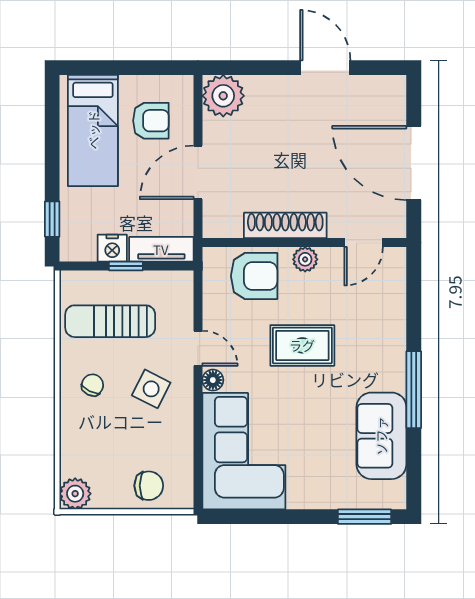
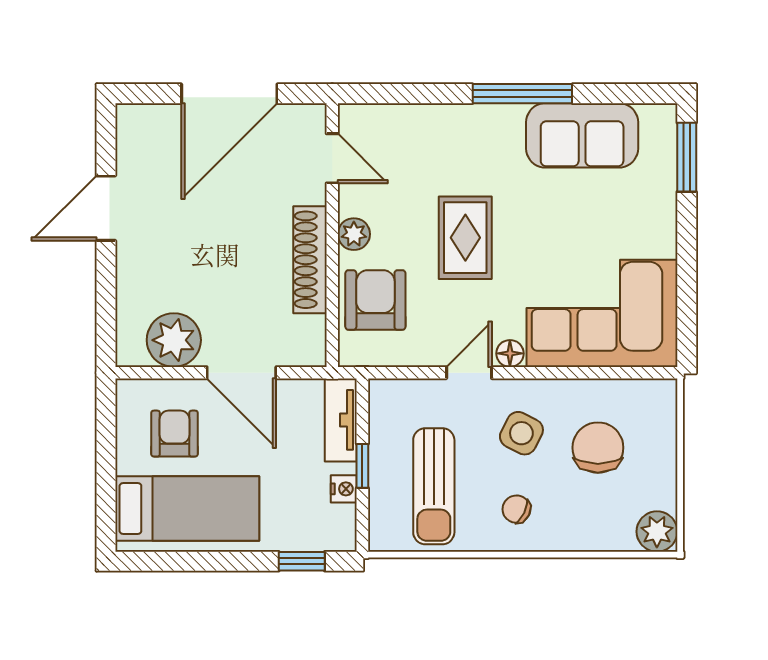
plant: (223, 96) -> (174, 340), moved
nightstand: (112, 248) -> (344, 489), width x0.72, depth x0.74
chair: (149, 486) -> (598, 448), moved, width x1.37, depth x1.37

